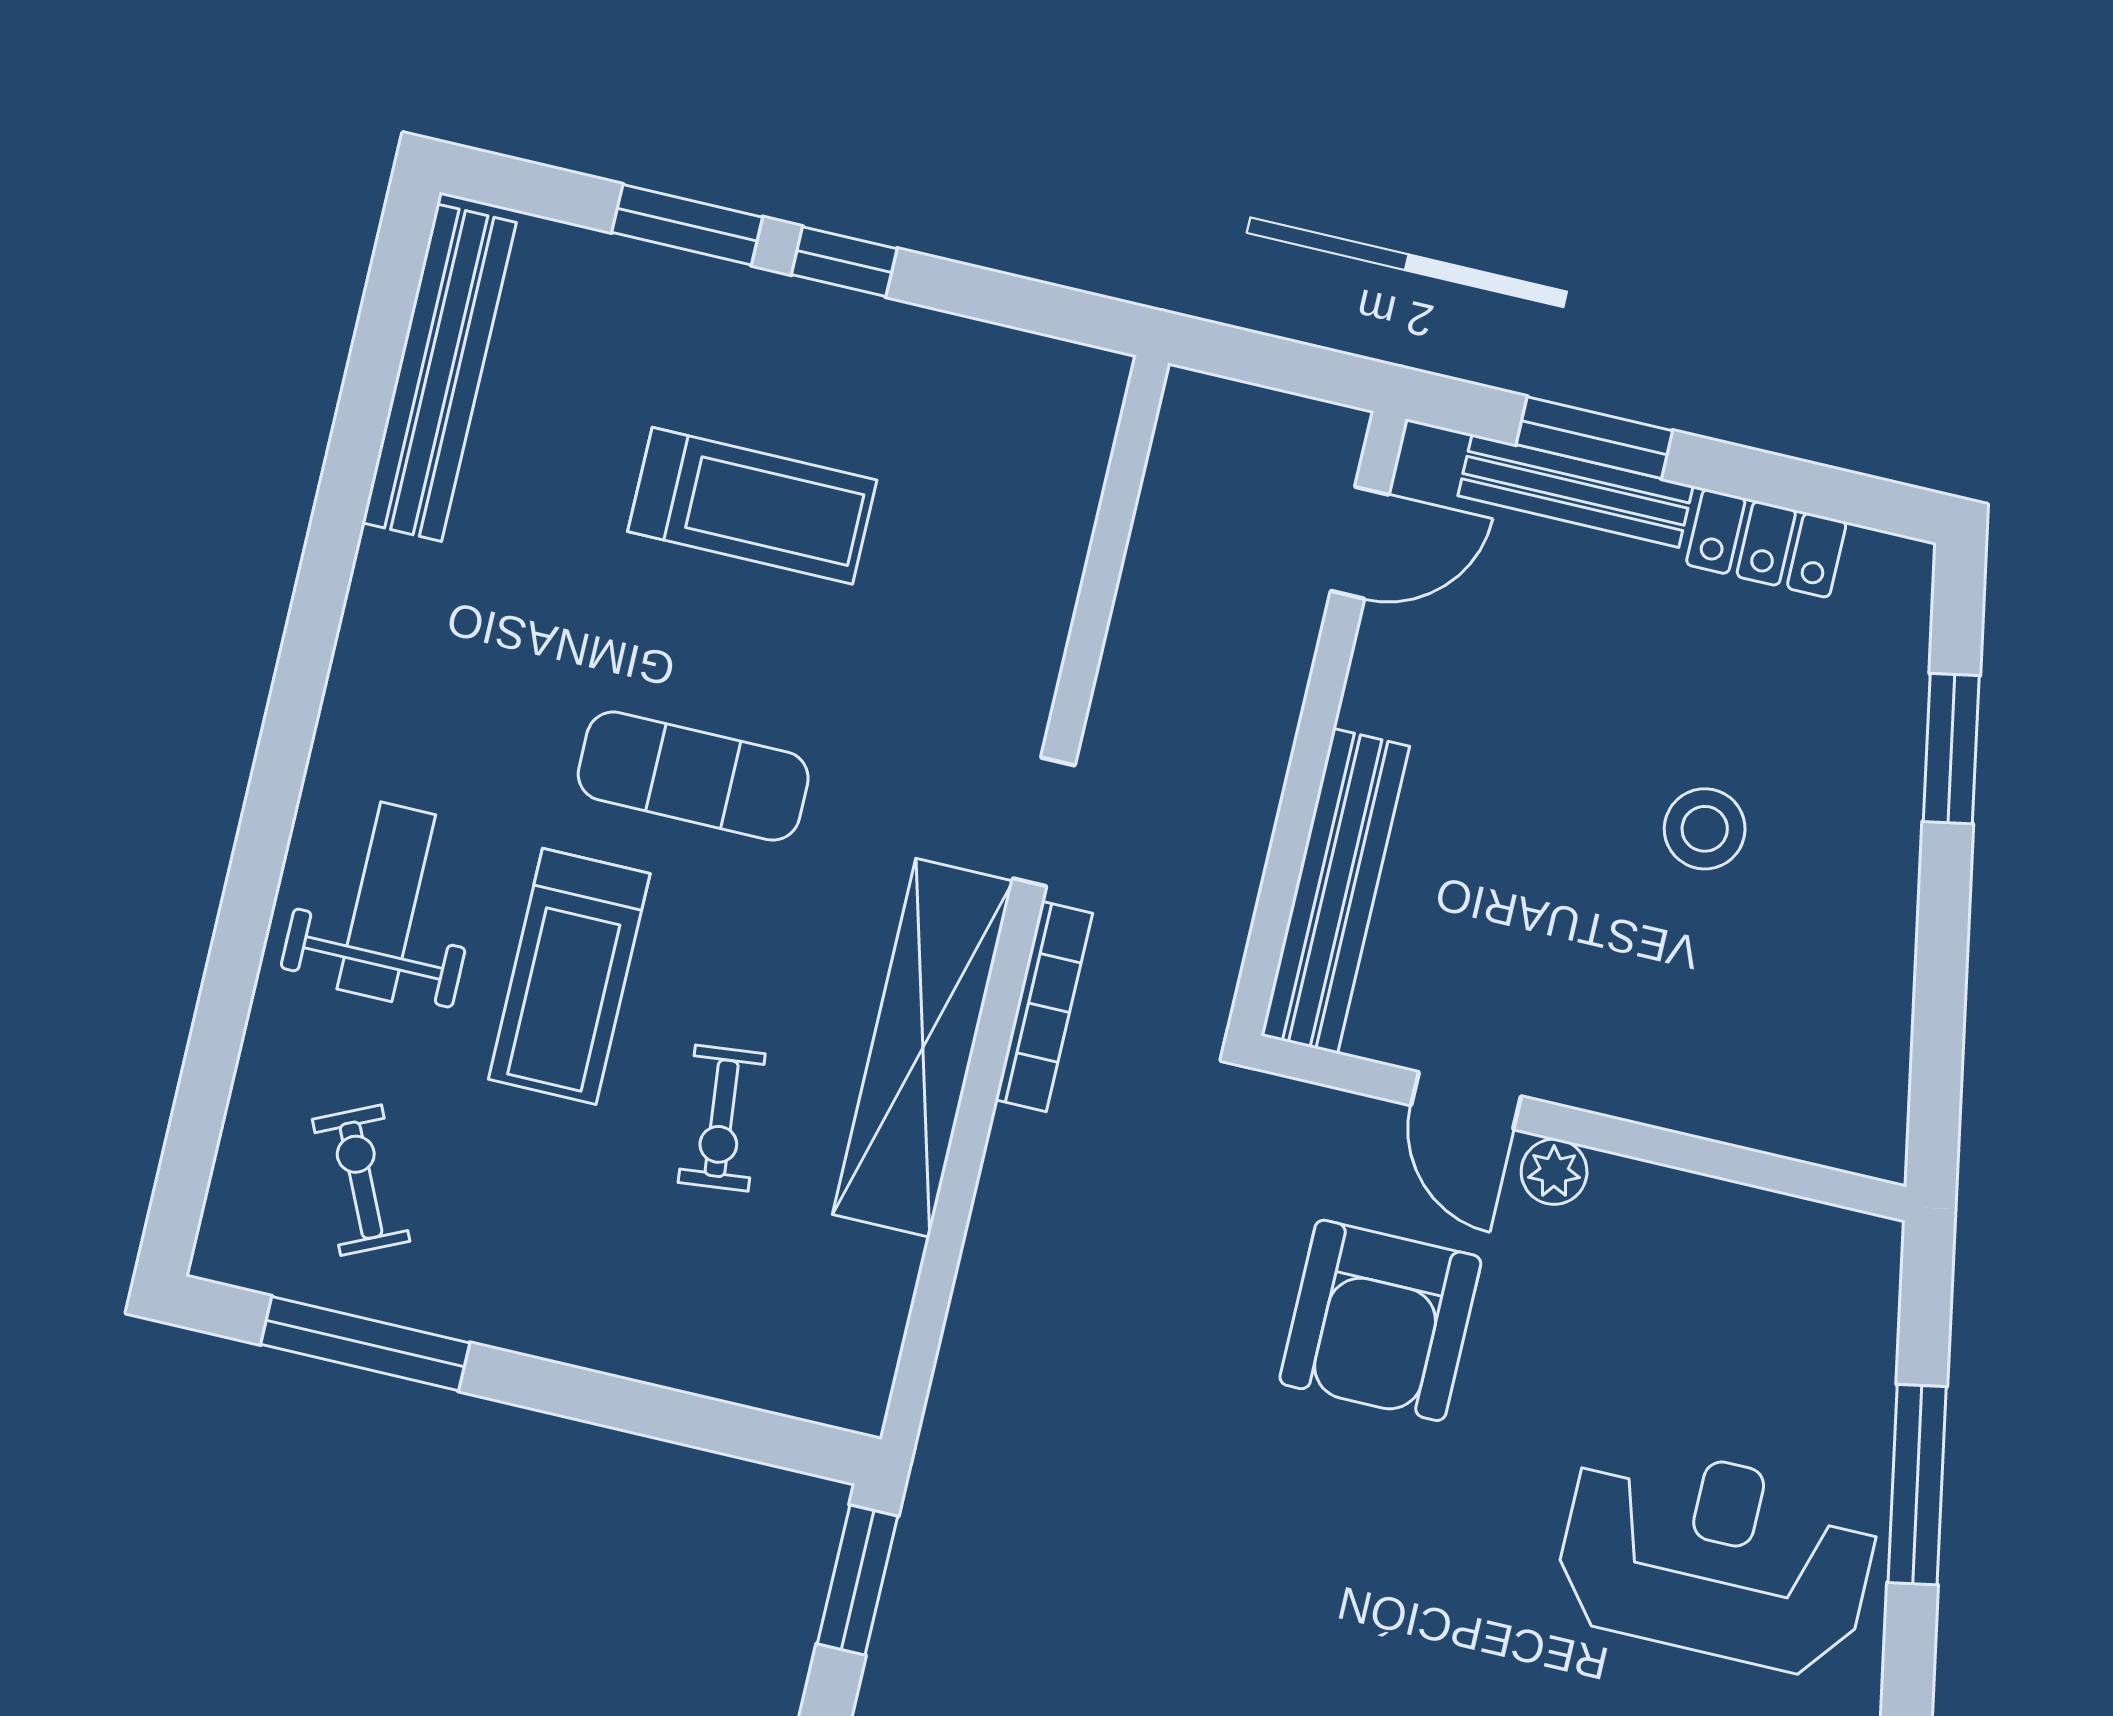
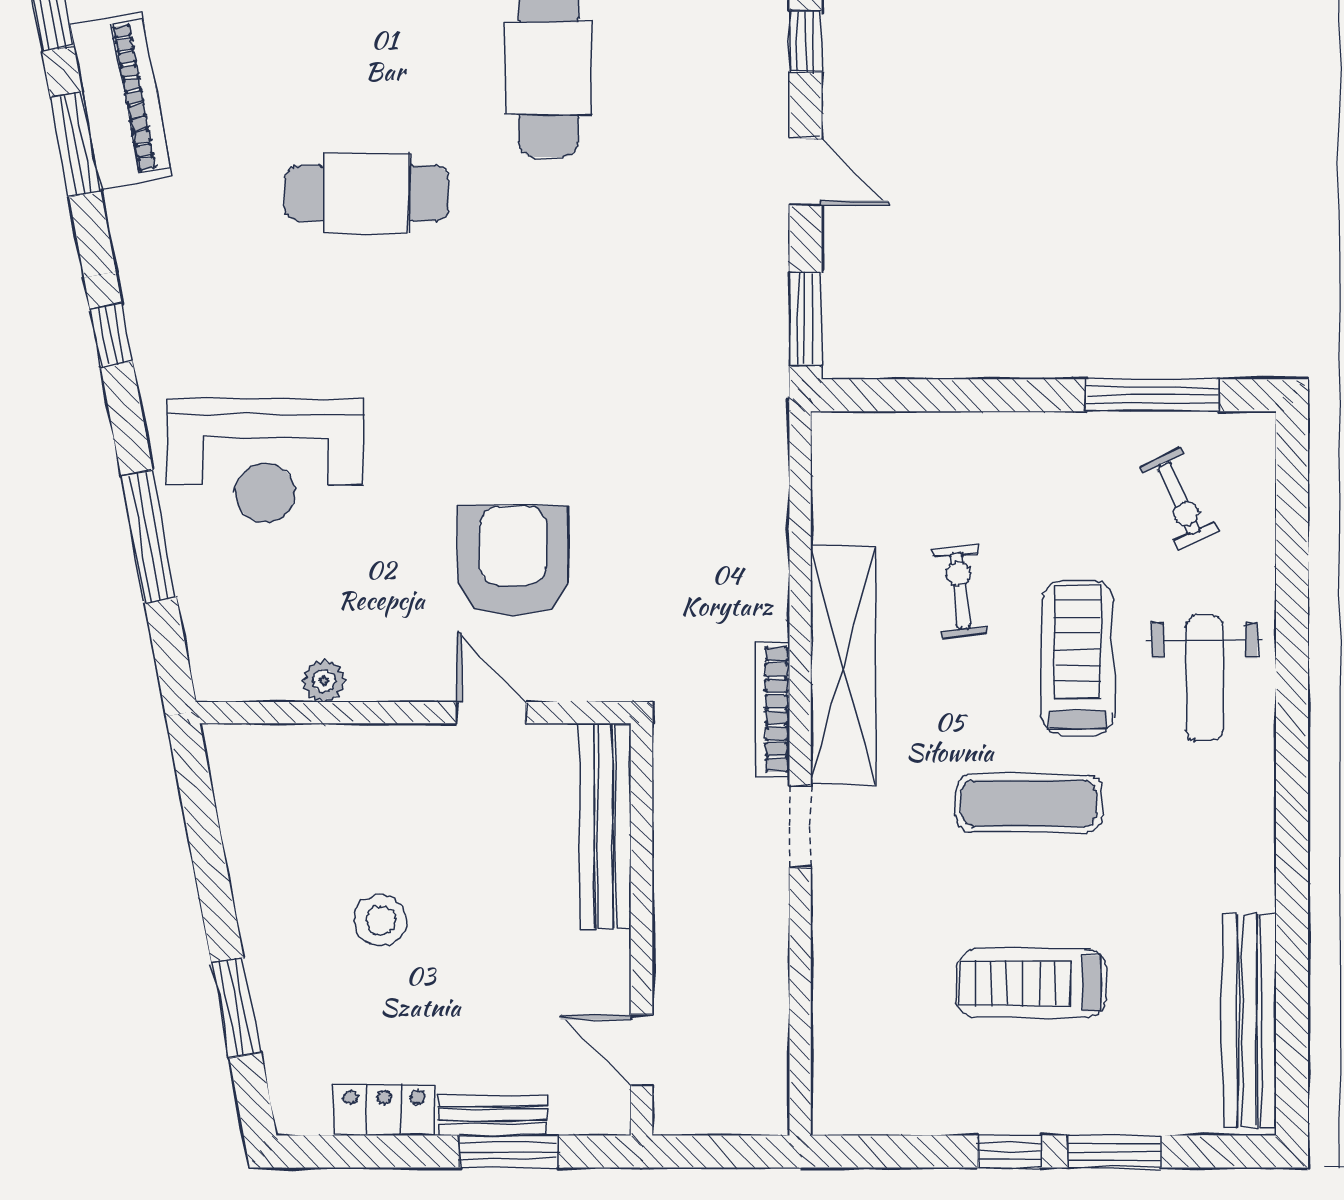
bench: (1575, 491) -> (493, 1115), width x0.73
door: (1360, 543) -> (641, 1050), hinge flipped
plant: (1554, 1172) -> (324, 681), moved

